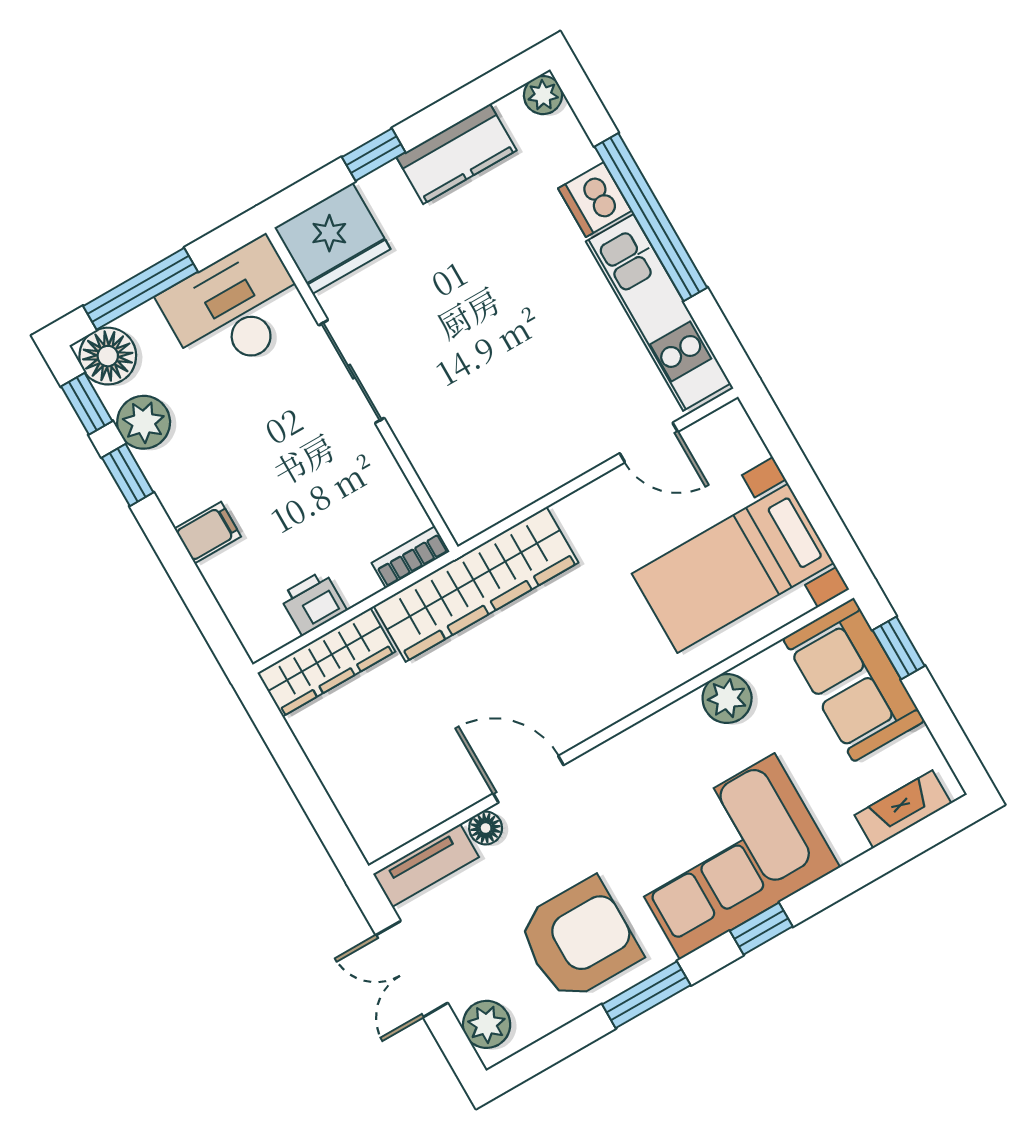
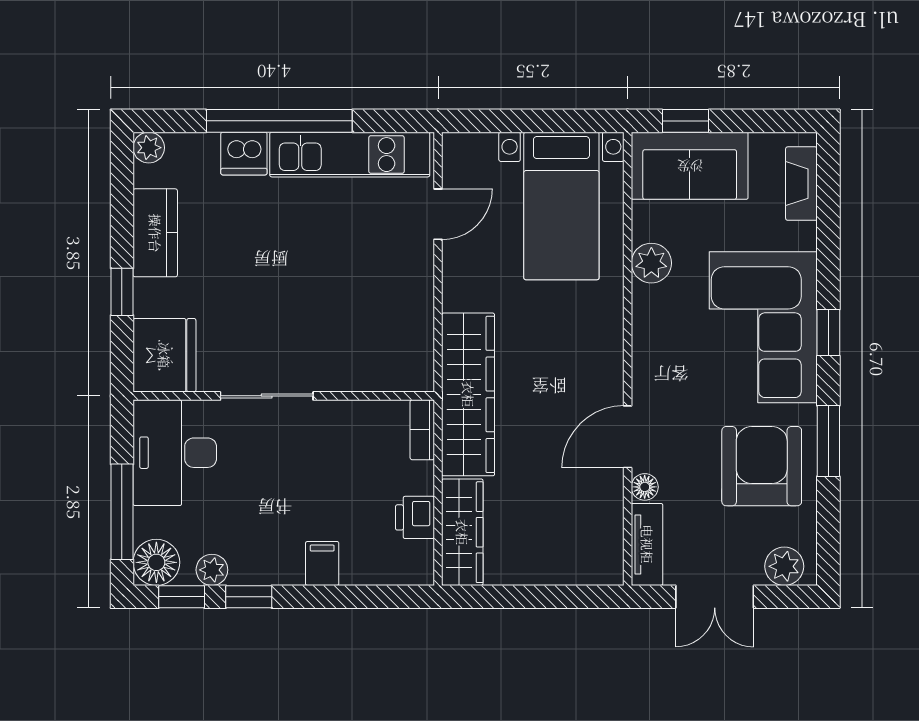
plant: (144, 422) -> (212, 570), width x0.73, depth x0.73

